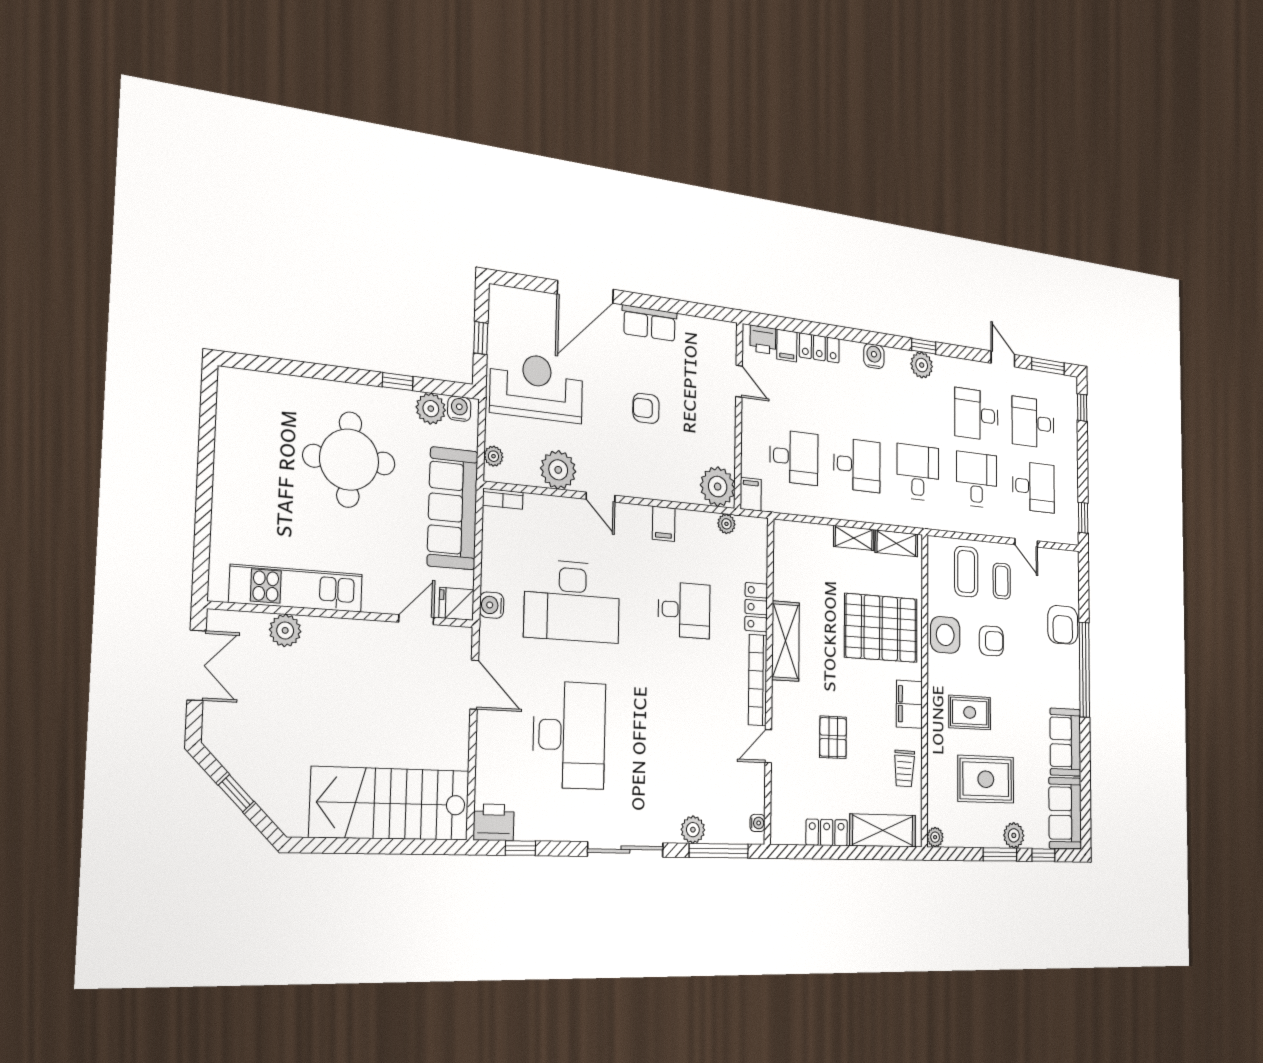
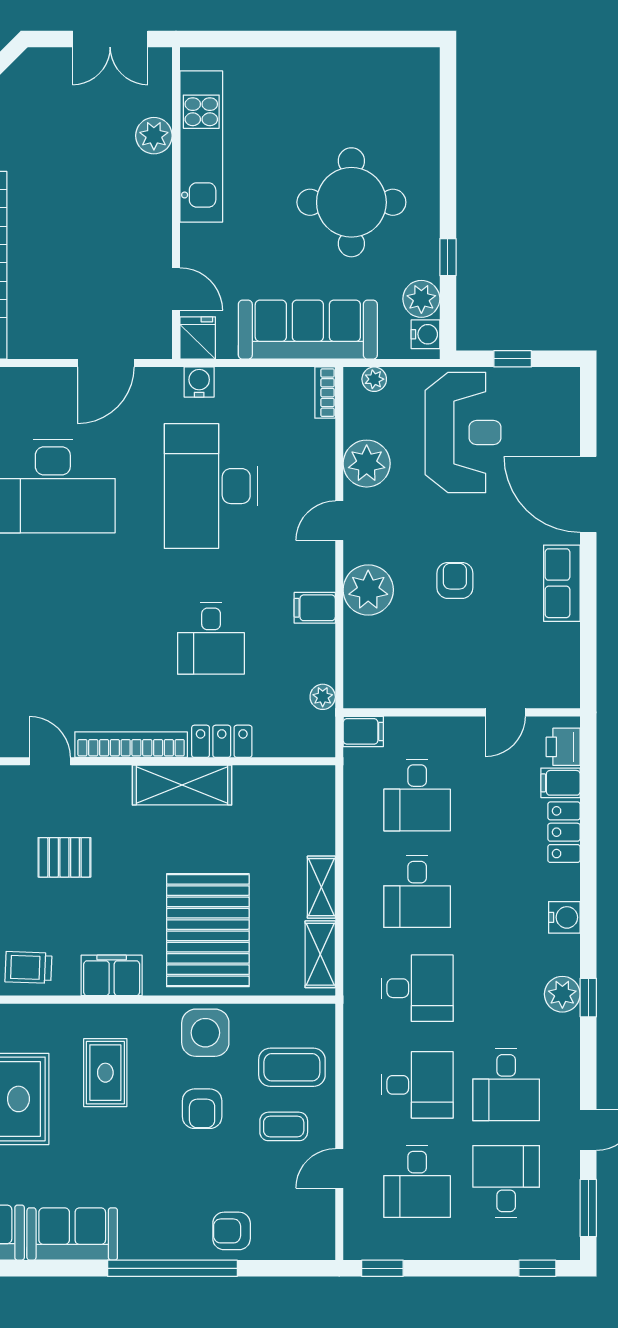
desk: (976, 415) -> (506, 1085), turned 180
plant: (718, 487) -> (368, 590), moved
armchair: (1063, 625) -> (232, 1231), width x0.72, depth x0.72

